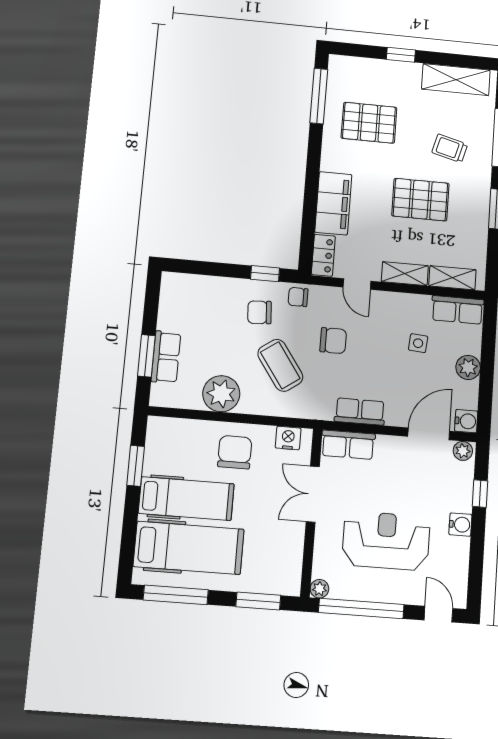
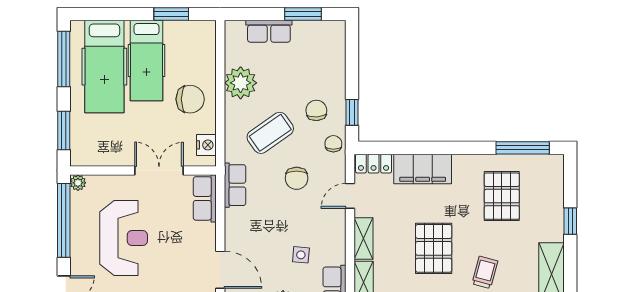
window: (146, 356) -> (303, 14), moved
row of seats: (360, 412) -> (235, 185), moved

